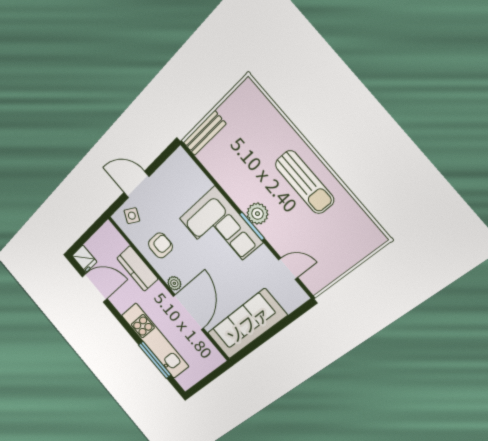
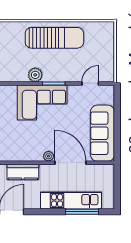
sun lounger: (305, 182) -> (54, 38), width x1.36, depth x1.34
plant: (257, 214) -> (35, 75), moved
armchair: (160, 245) -> (22, 145), removed

